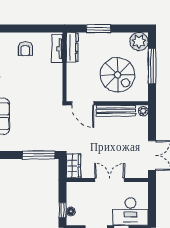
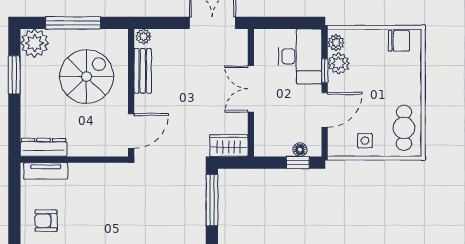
window: (99, 29) -> (14, 75), moved
armchair: (25, 49) -> (46, 221), turned 180
bench: (116, 111) -> (143, 71), width x0.73

